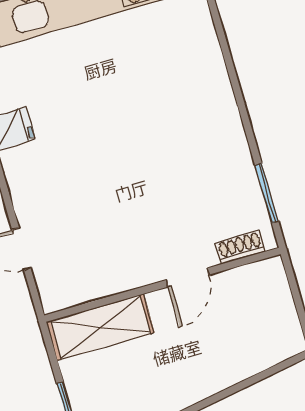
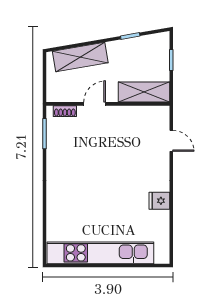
shelving: (241, 359) -> (80, 57), added

